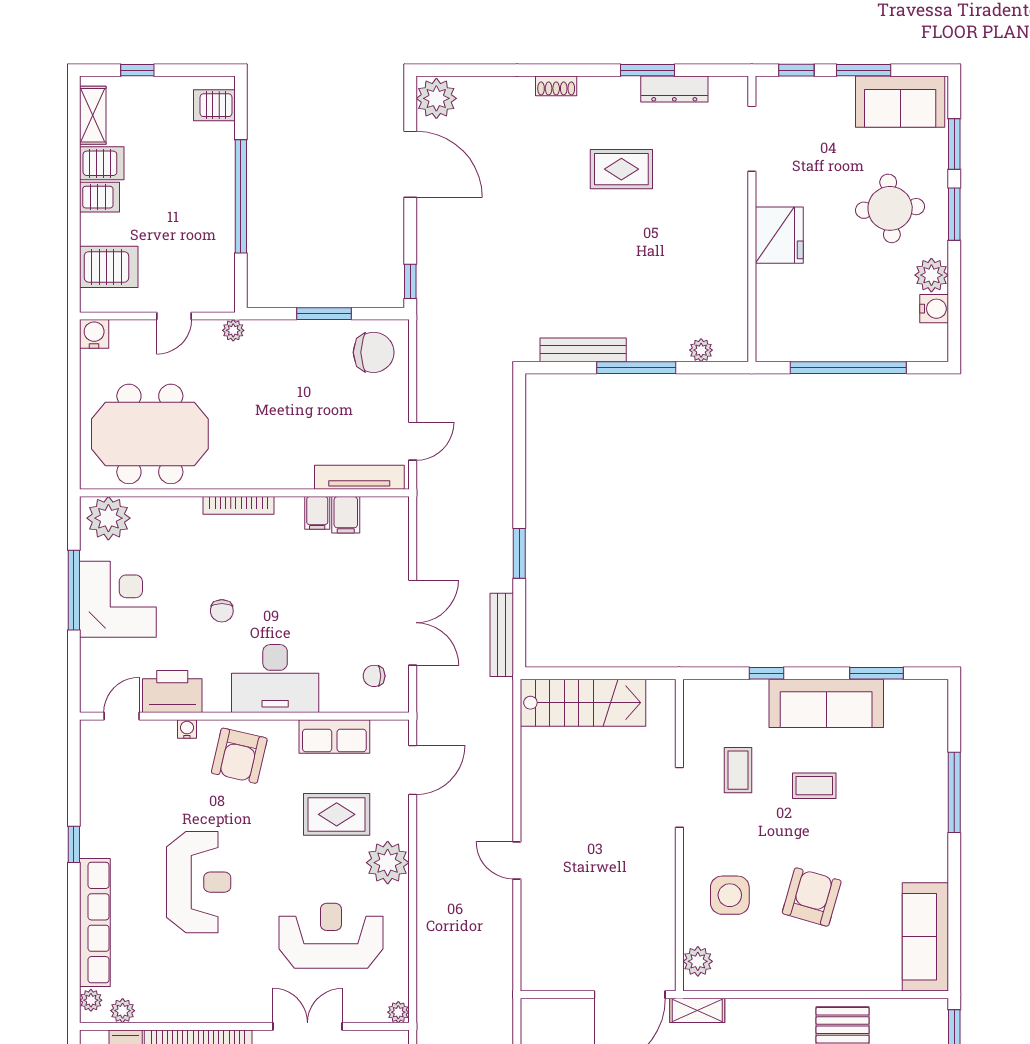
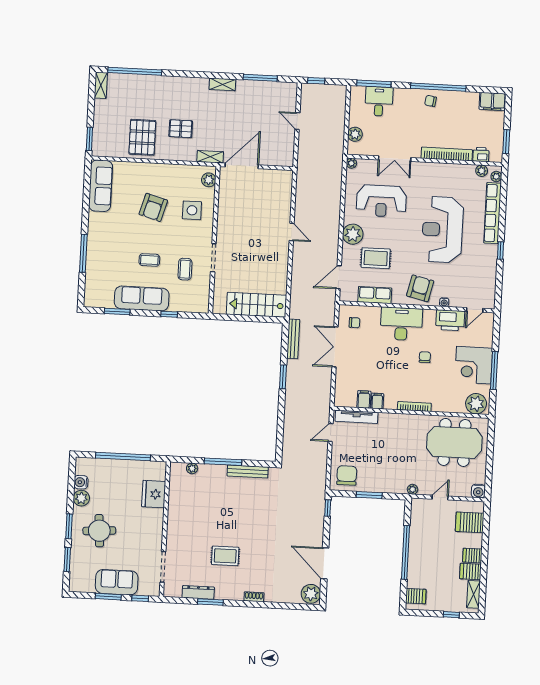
sofa: (900, 102) -> (117, 582), moved
fridge: (779, 235) -> (154, 494), moved
chair: (374, 352) -> (347, 475), turned 90
reception desk: (199, 882) -> (442, 230), width x1.36, depth x1.30

